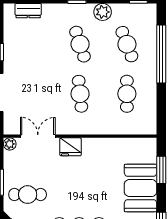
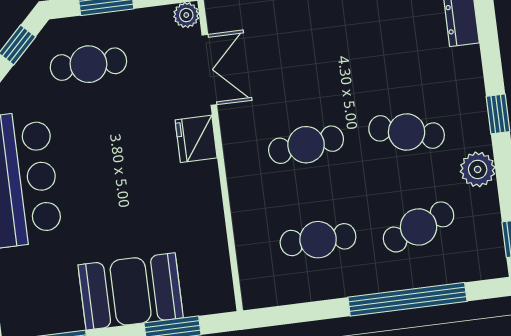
cafe table: (80, 44) -> (407, 132), turned 33
cafe table: (28, 195) -> (88, 64), turned 90

